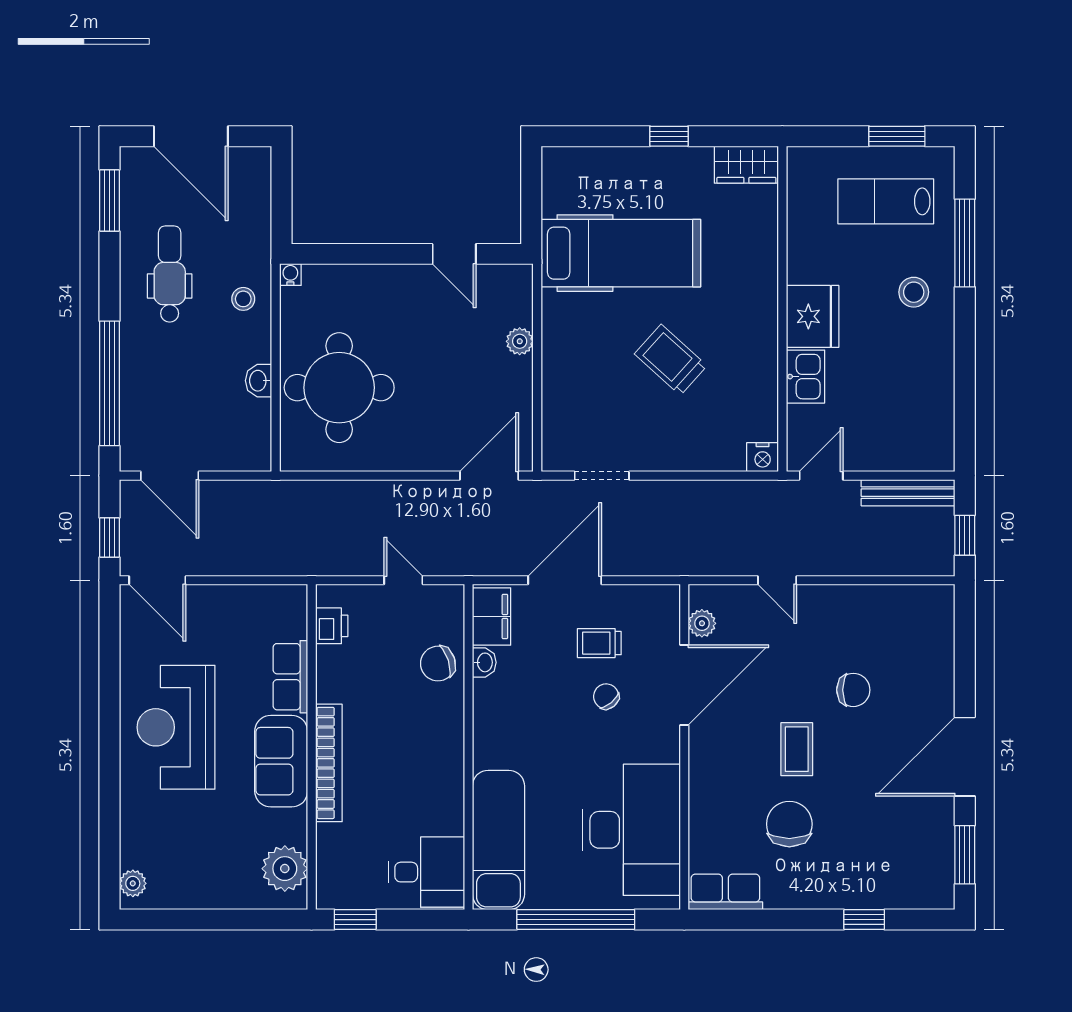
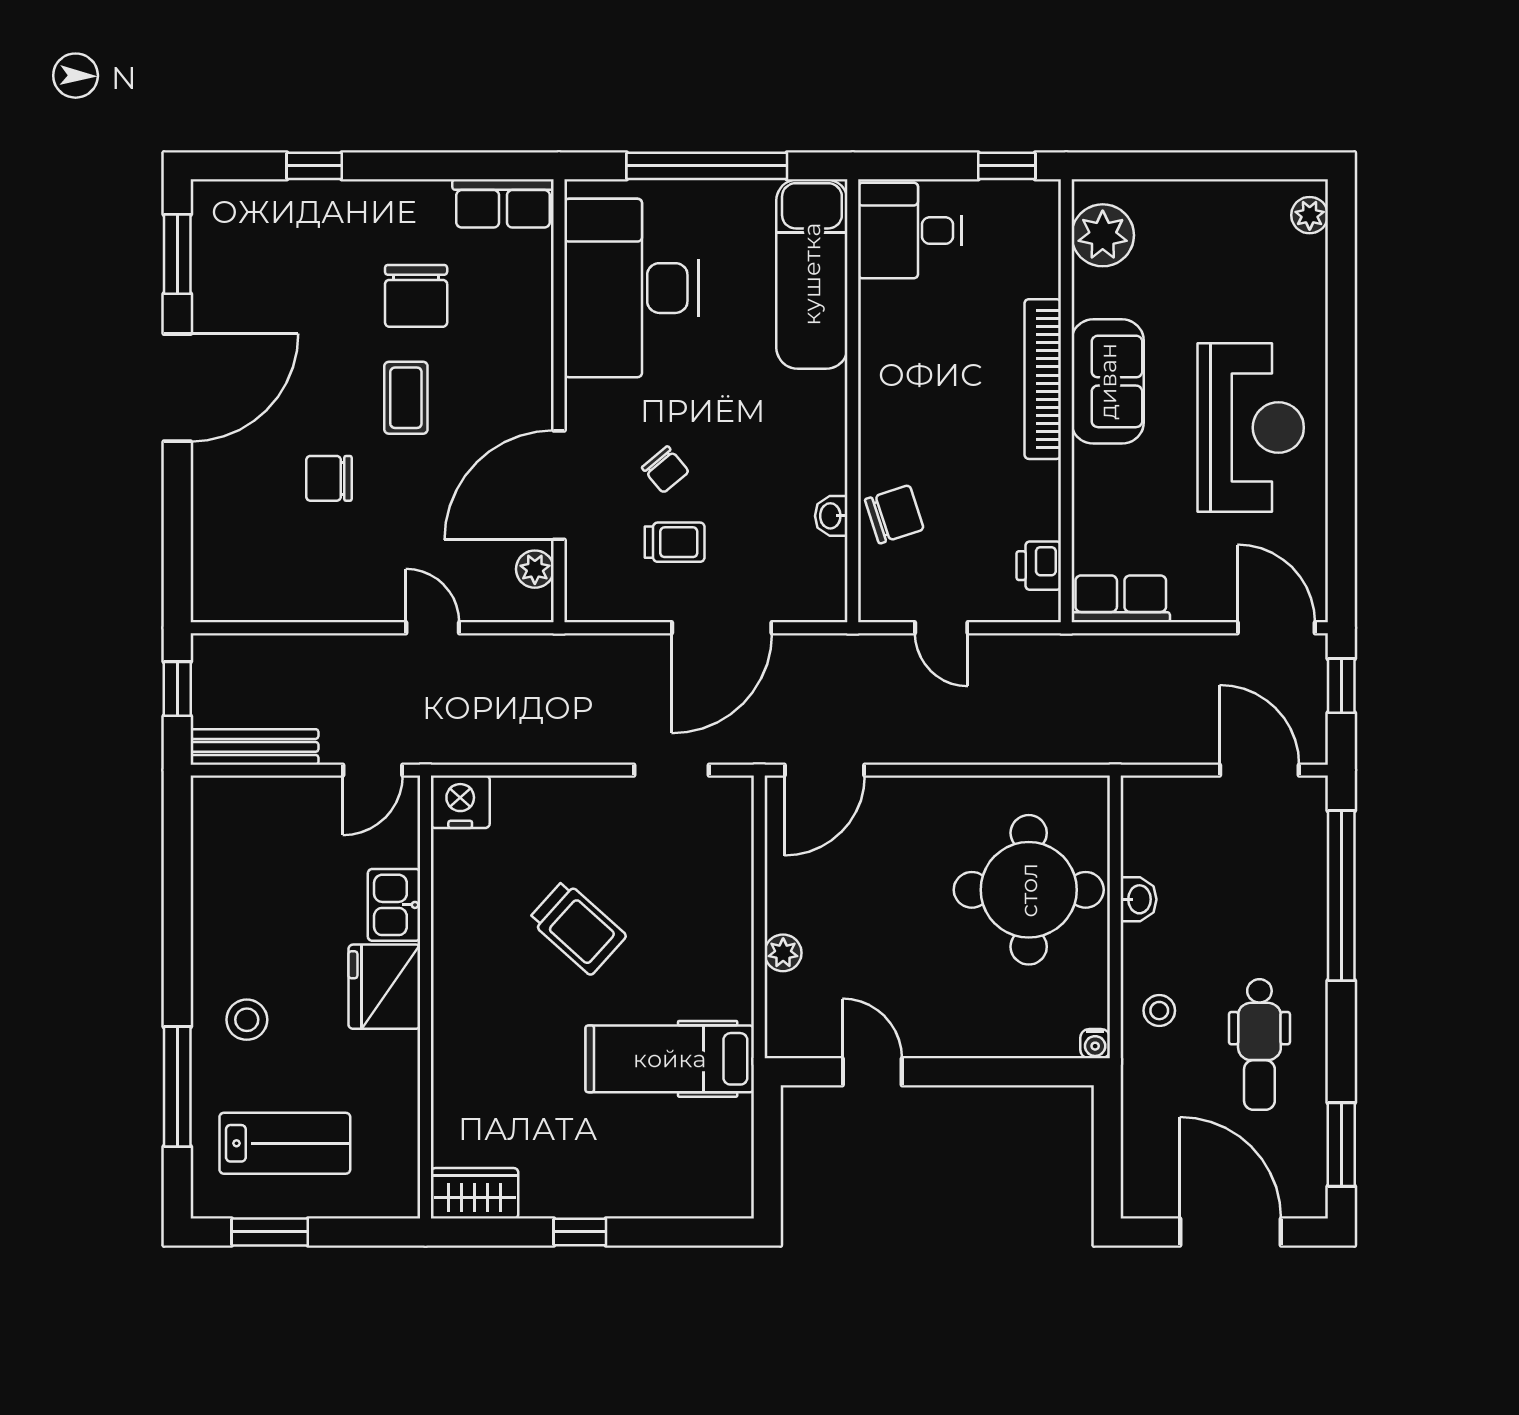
hospital bed: (621, 253) -> (670, 1059), width x0.73, depth x0.78
nightstand: (763, 457) -> (460, 802), width x1.36, depth x1.33
filing cabinet: (492, 616) -> (821, 578), removed
row of seats: (290, 677) -> (1121, 599), moved, turned -90

